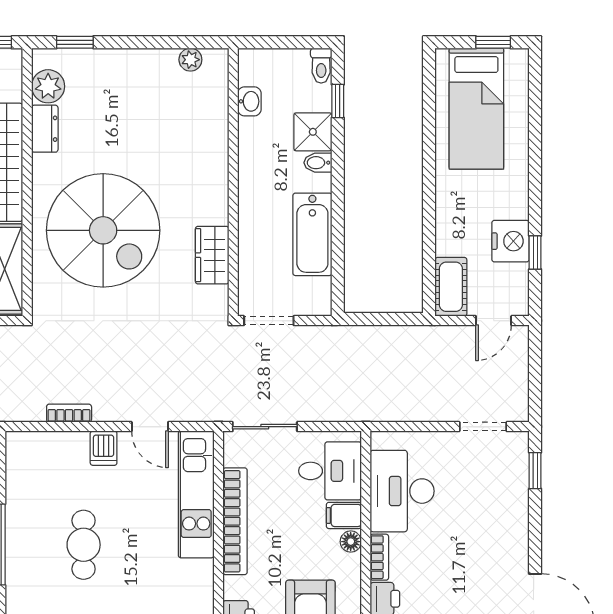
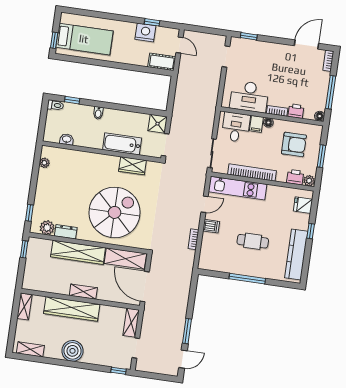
window: (493, 42) -> (54, 40), moved
shower: (313, 132) -> (157, 124), moved
bathtub: (312, 234) -> (122, 144), moved, turned 180

